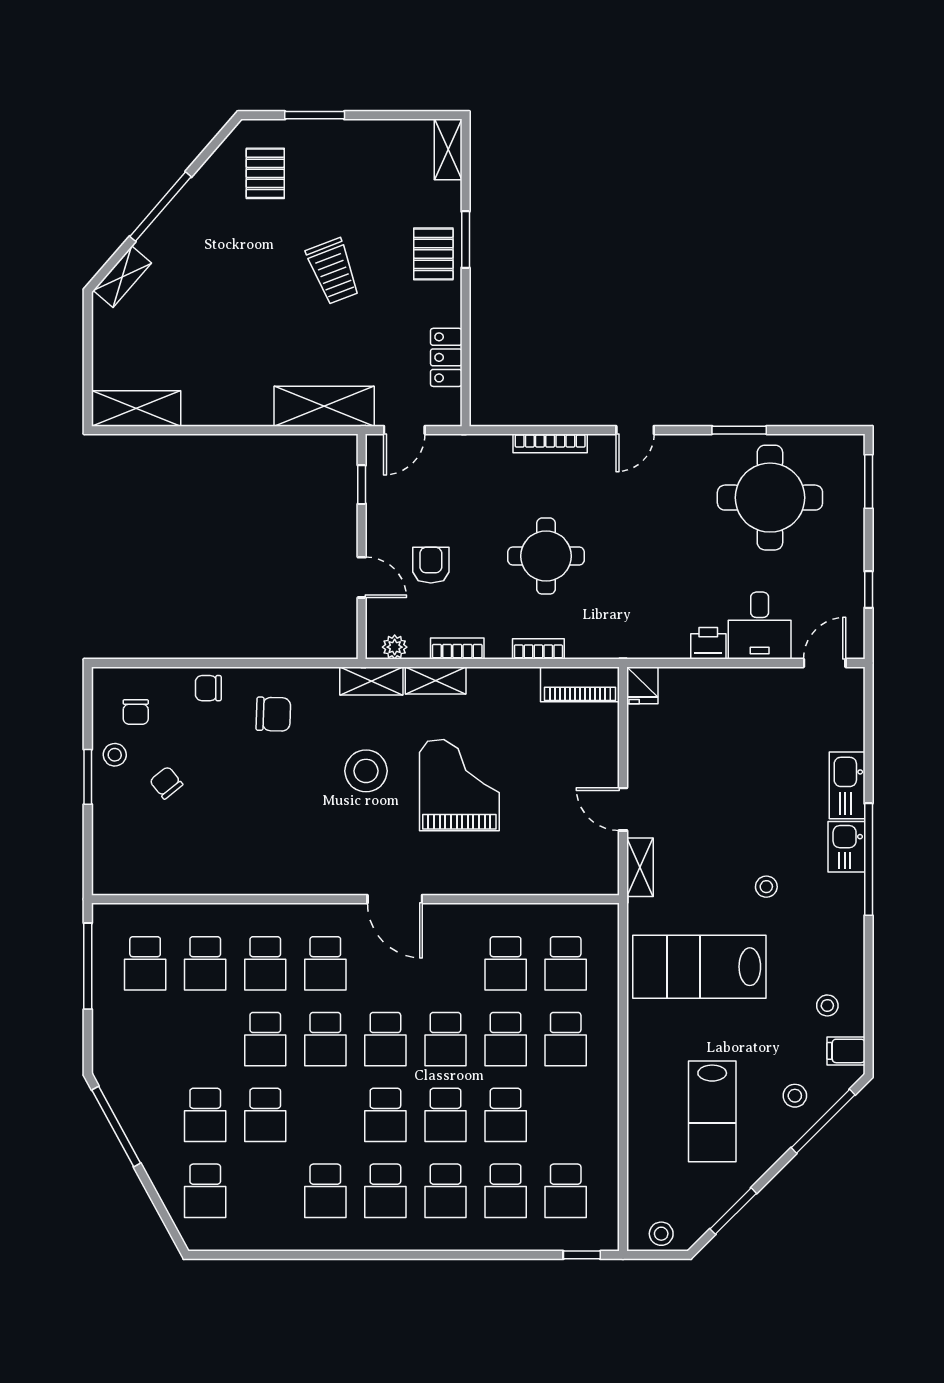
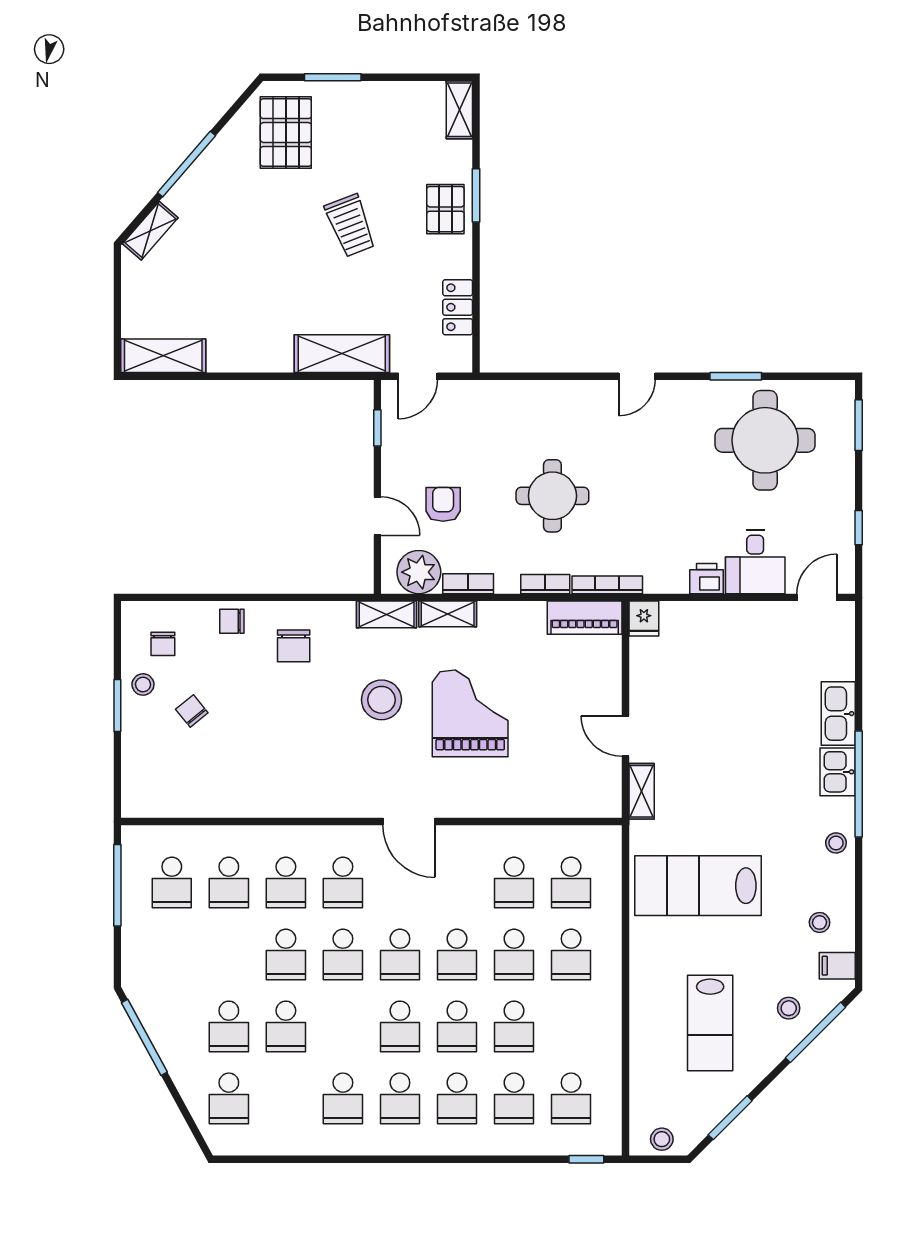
pallet: (265, 173) -> (286, 133), width x1.50, depth x1.42
bookcase: (550, 443) -> (607, 585), moved, turned 180
plant: (395, 647) -> (419, 572), width x1.88, depth x1.88
chair: (273, 714) -> (294, 646), turned 88
stool: (766, 887) -> (836, 843), moved

